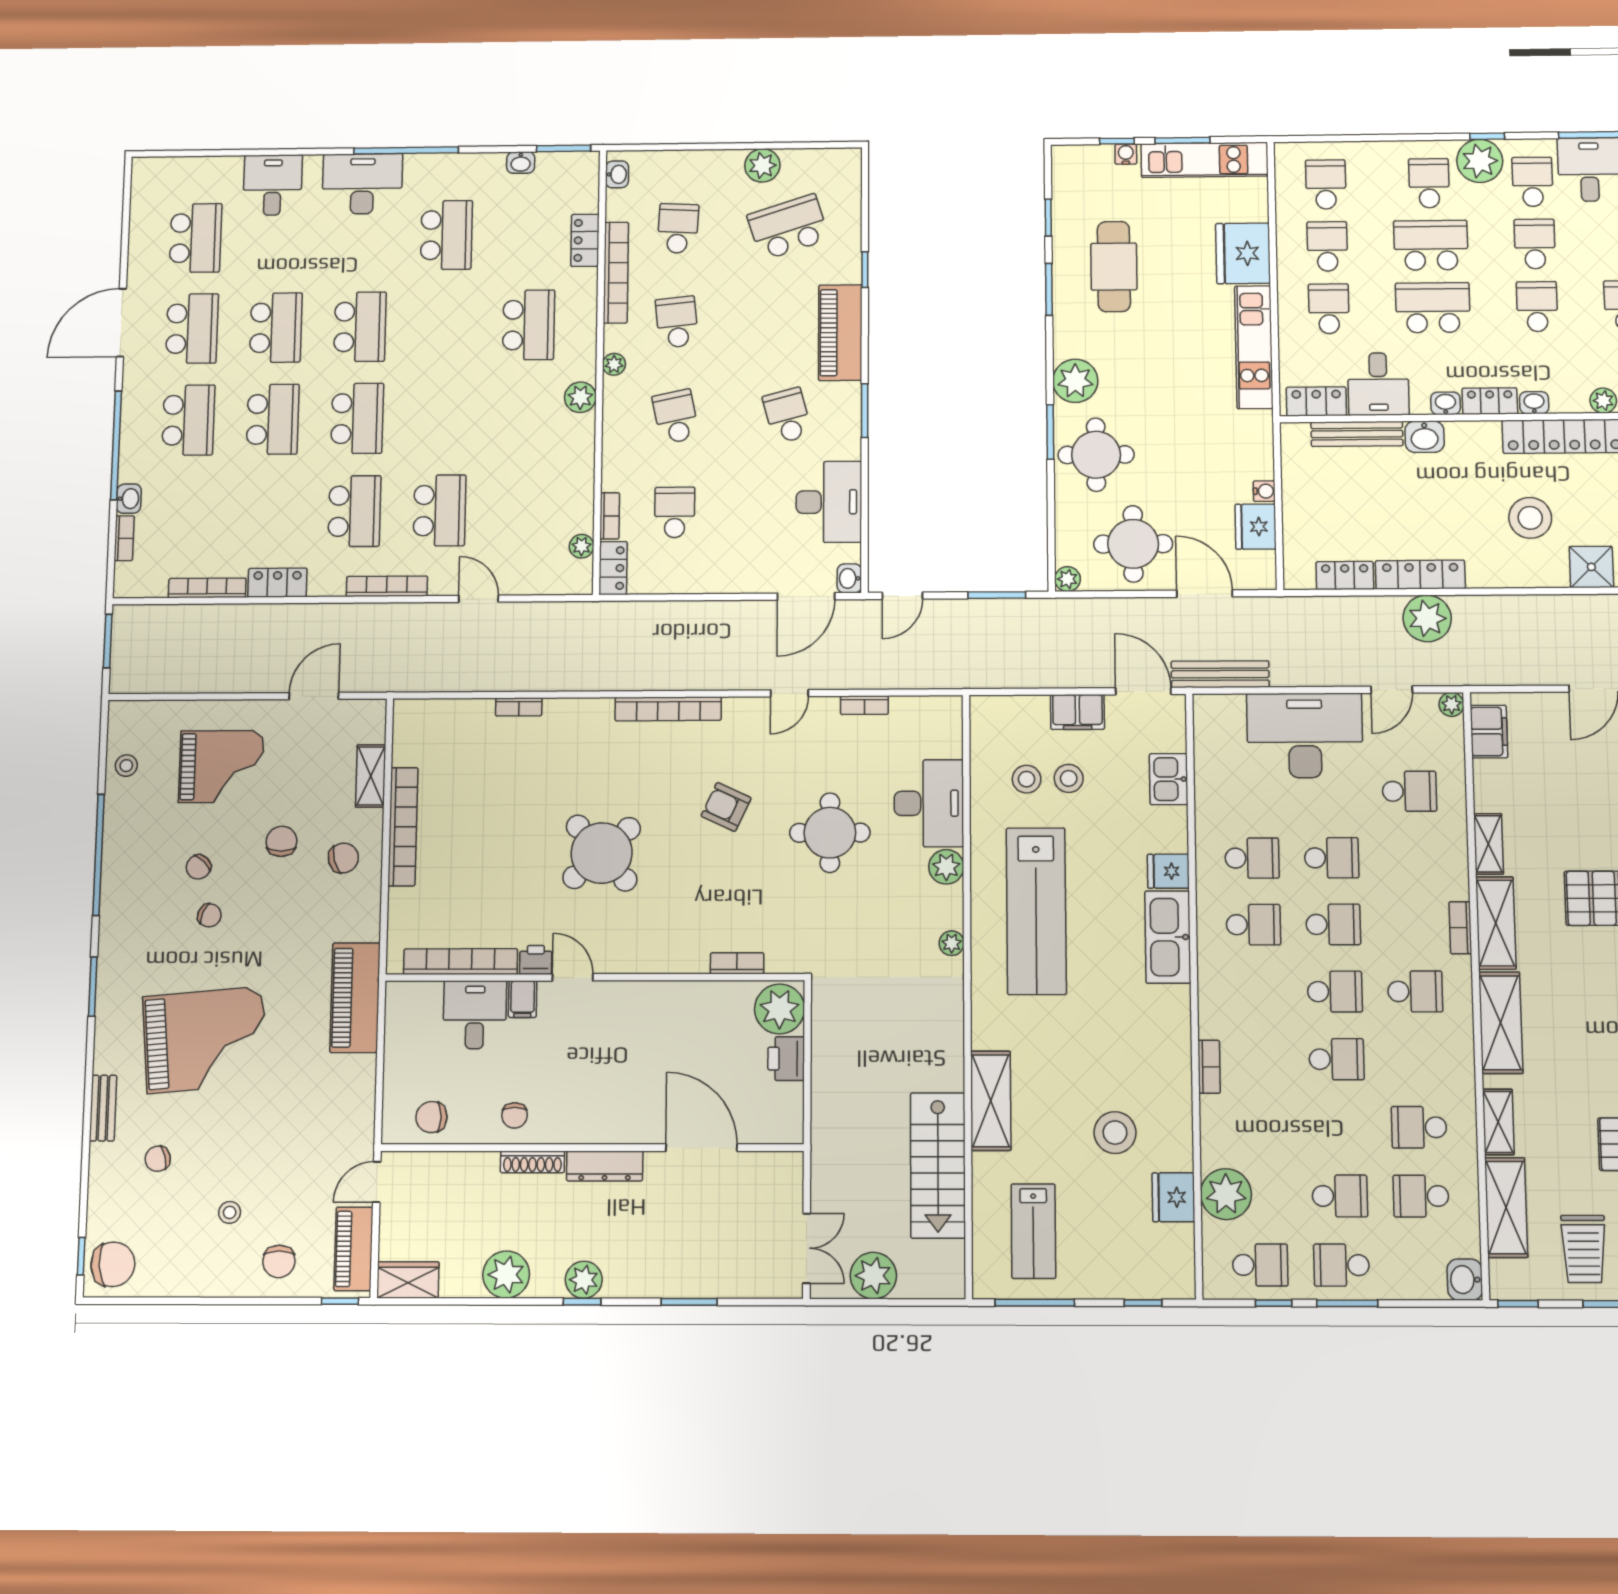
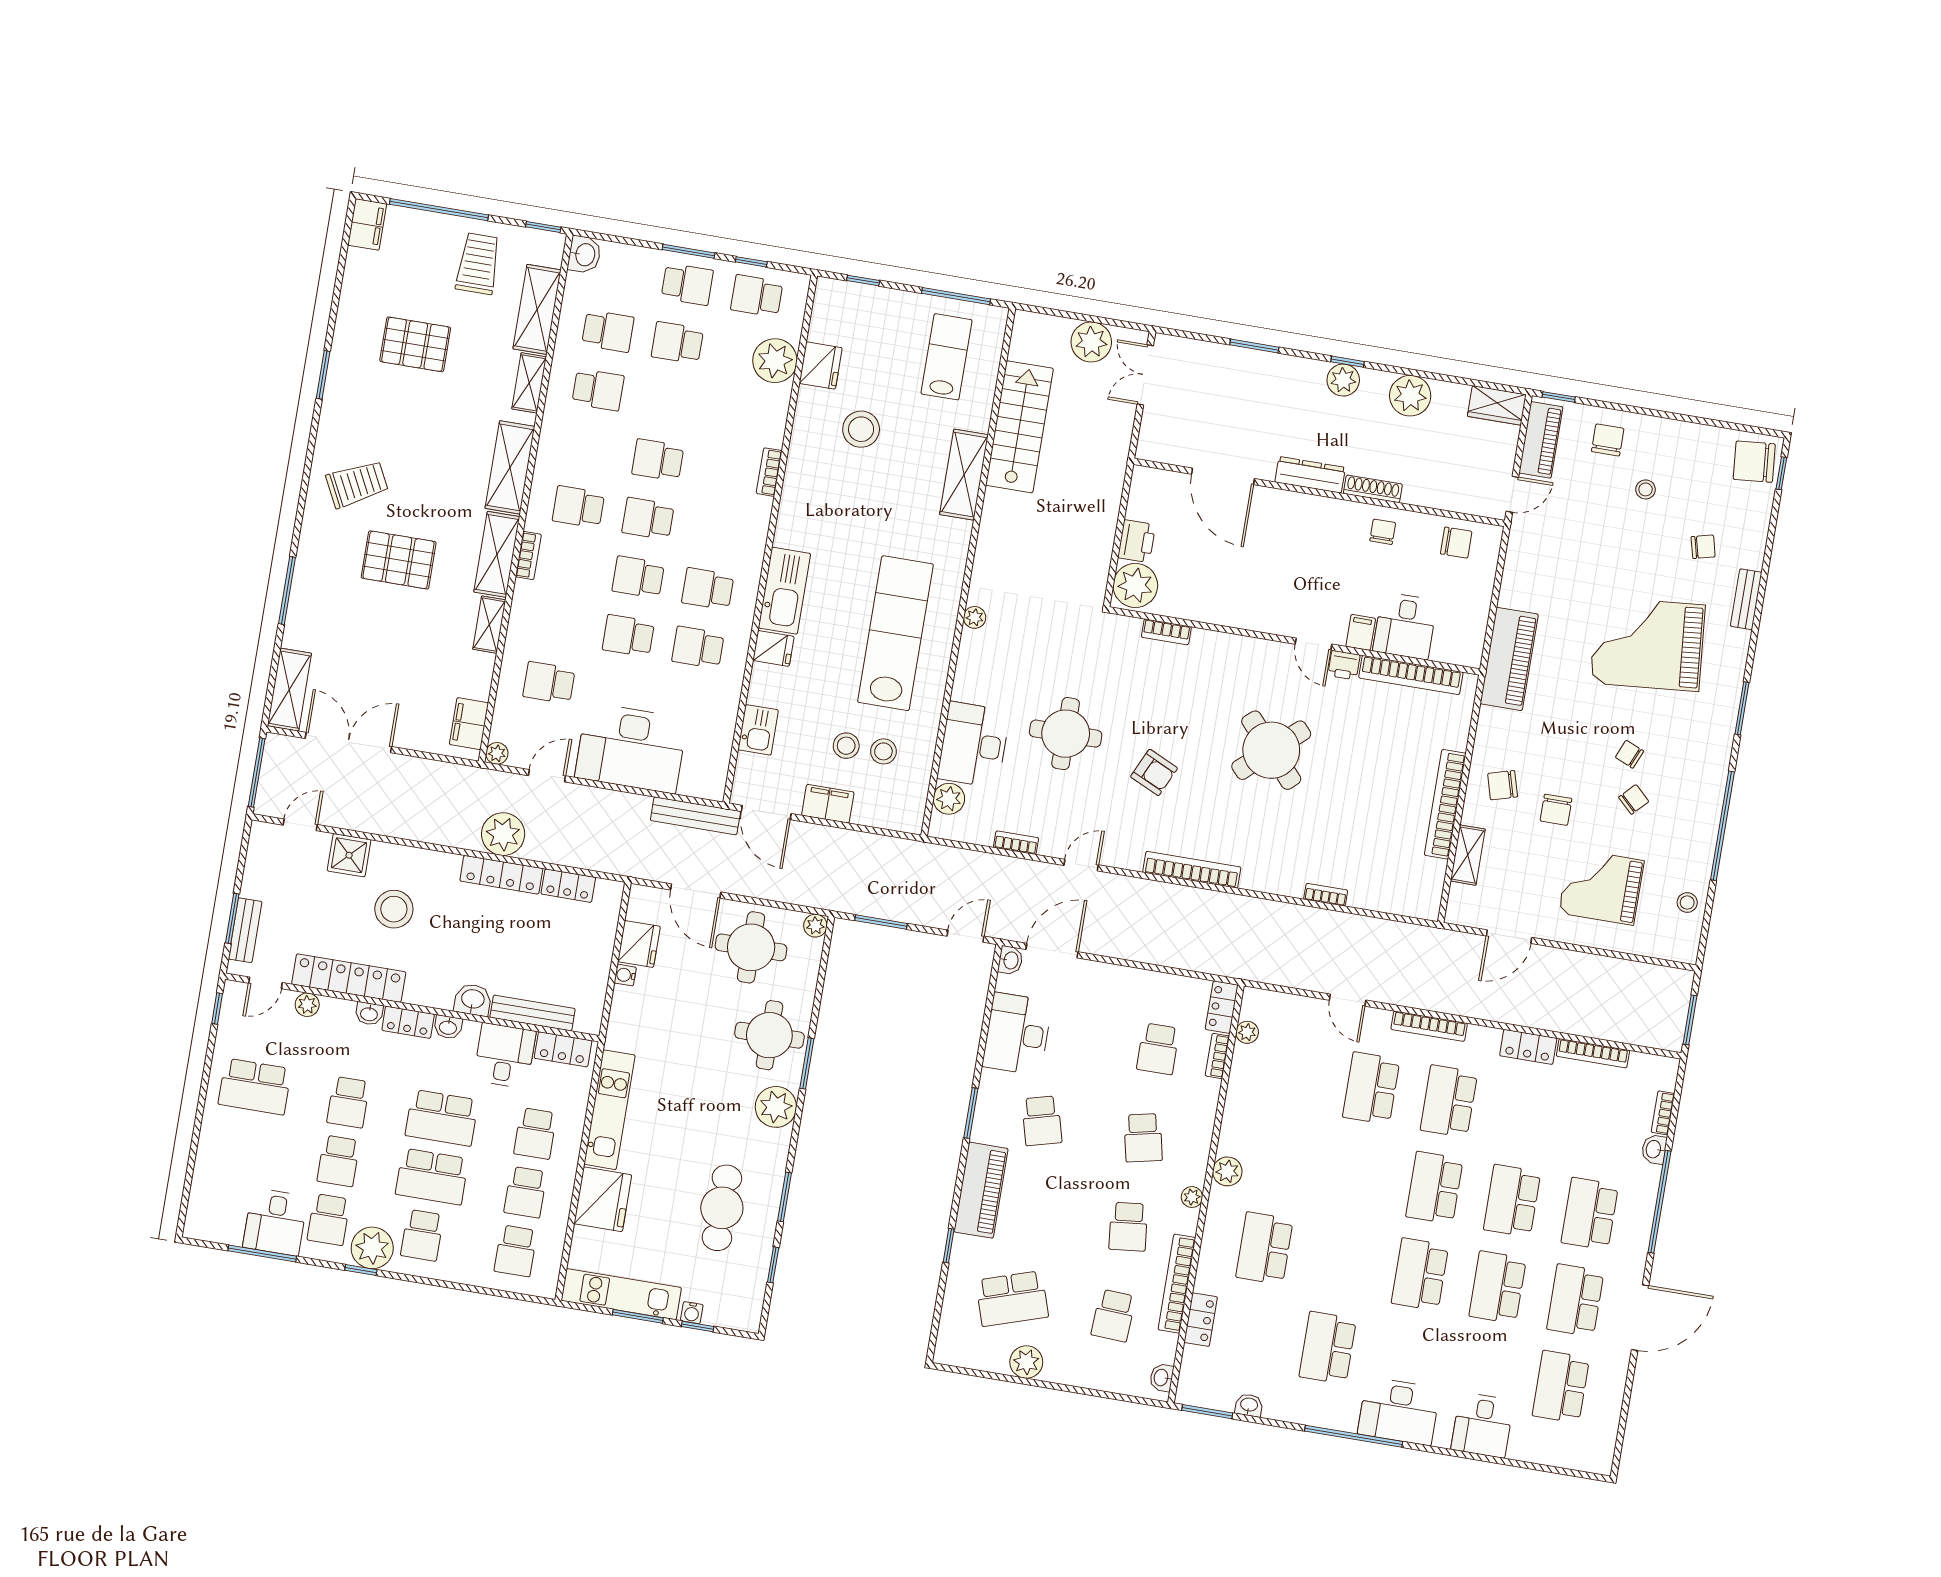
plant: (946, 867) -> (949, 799), moved

